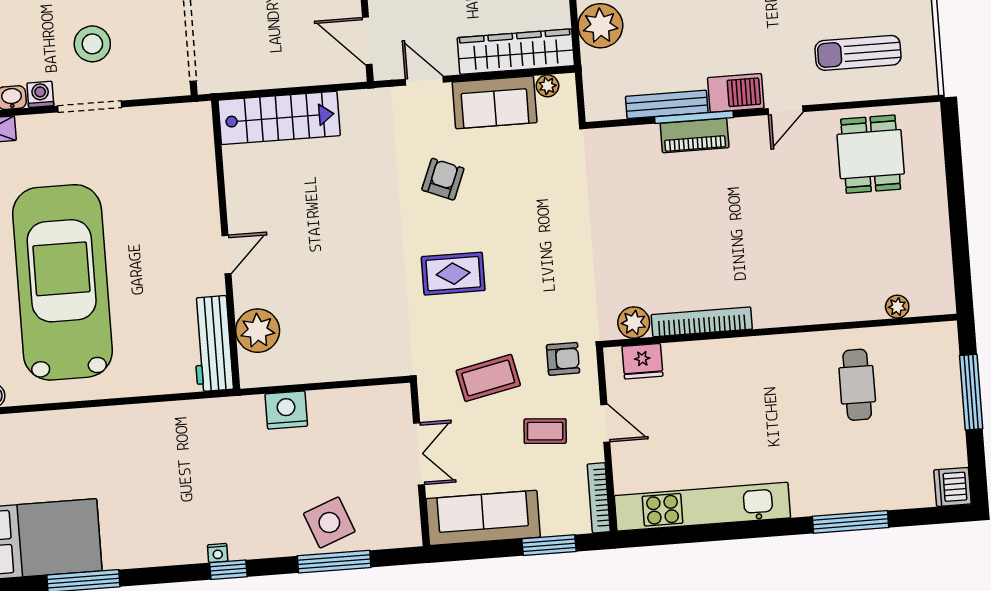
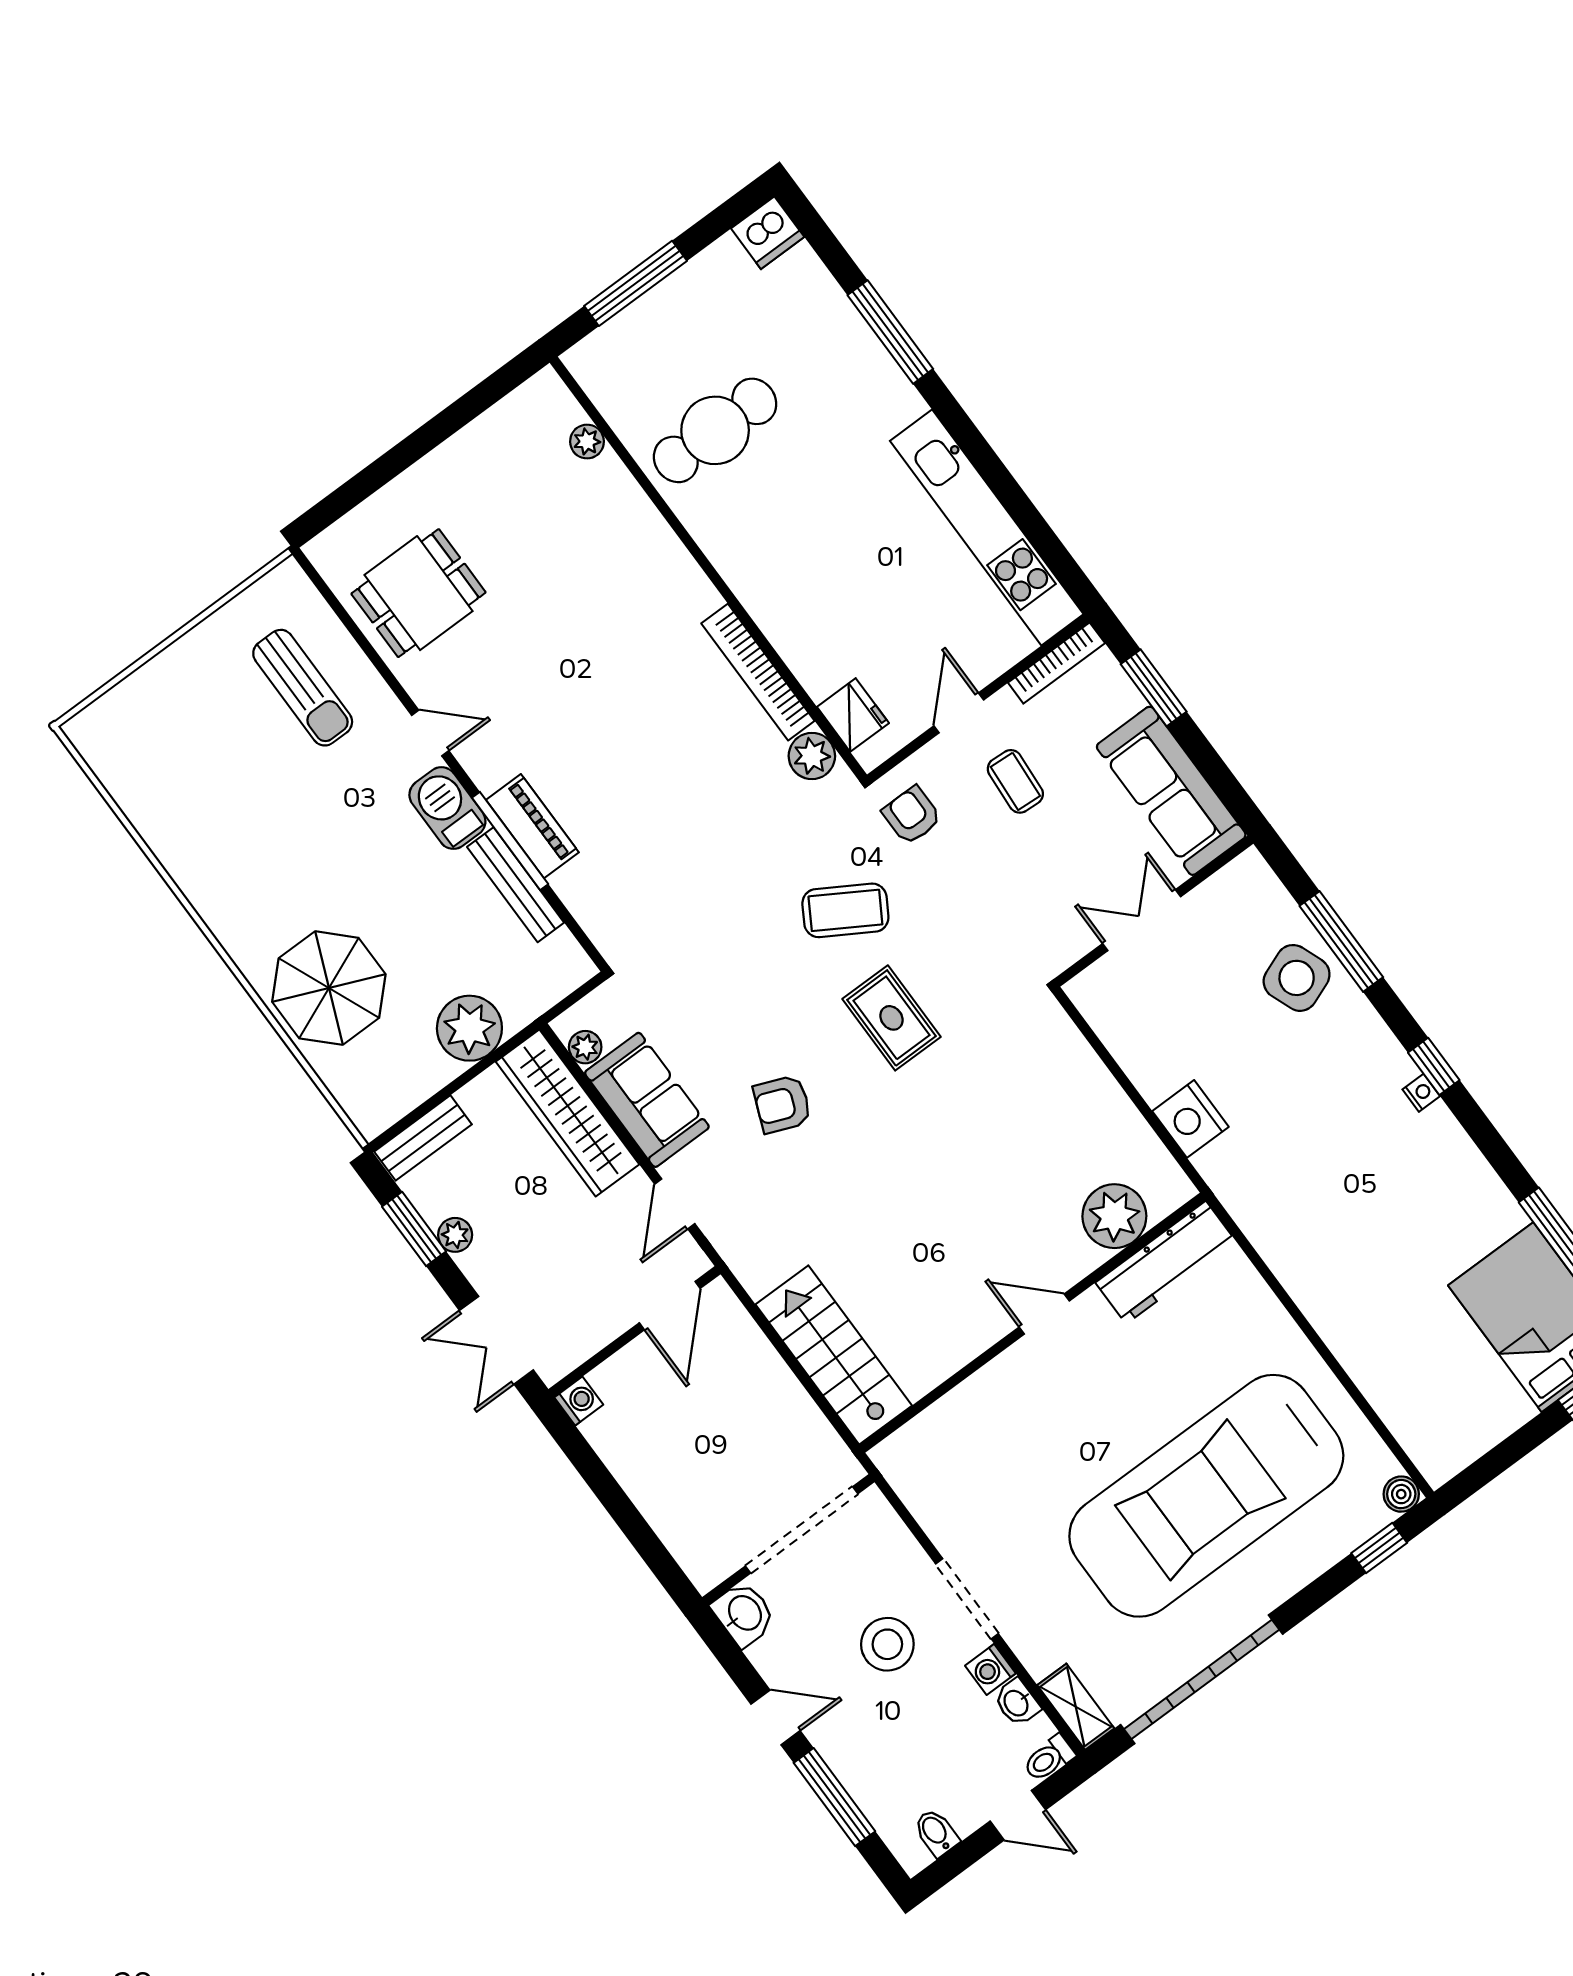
coffee table: (488, 378) -> (845, 910), moved, turned -47
cafe table: (857, 385) -> (715, 430), width x1.37, depth x1.35

